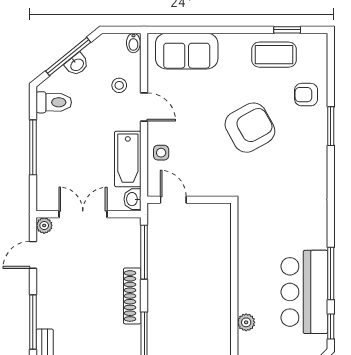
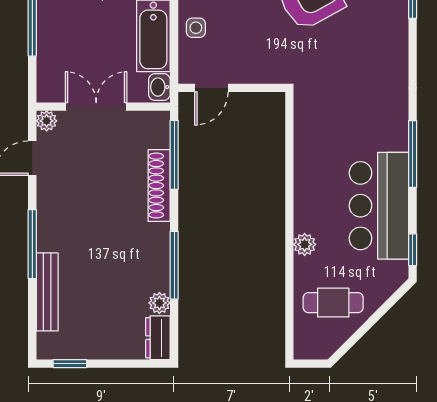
door: (173, 200) -> (211, 88), swing flipped
window: (331, 273) -> (413, 154), moved
shoe rack: (132, 296) -> (159, 186), moved

